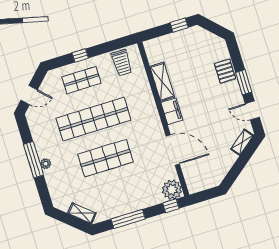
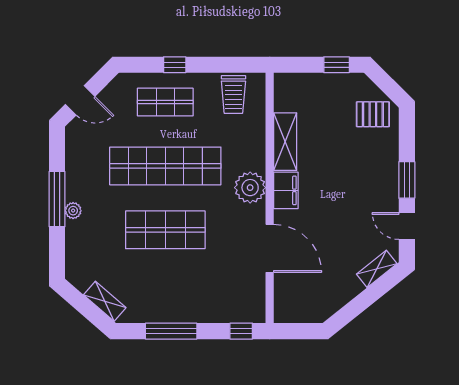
pallet: (225, 71) -> (373, 114), moved, turned 90
plant: (172, 190) -> (250, 188), moved

